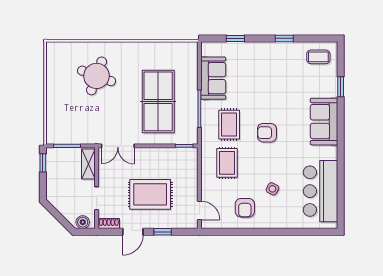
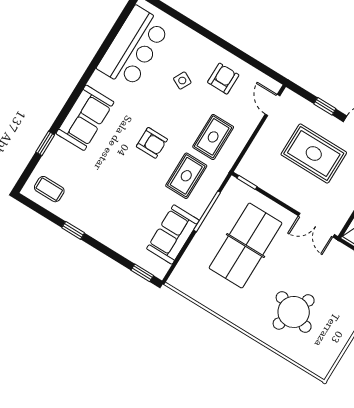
window: (235, 38) -> (142, 273), moved
double door: (118, 146) -> (316, 225), swing flipped

